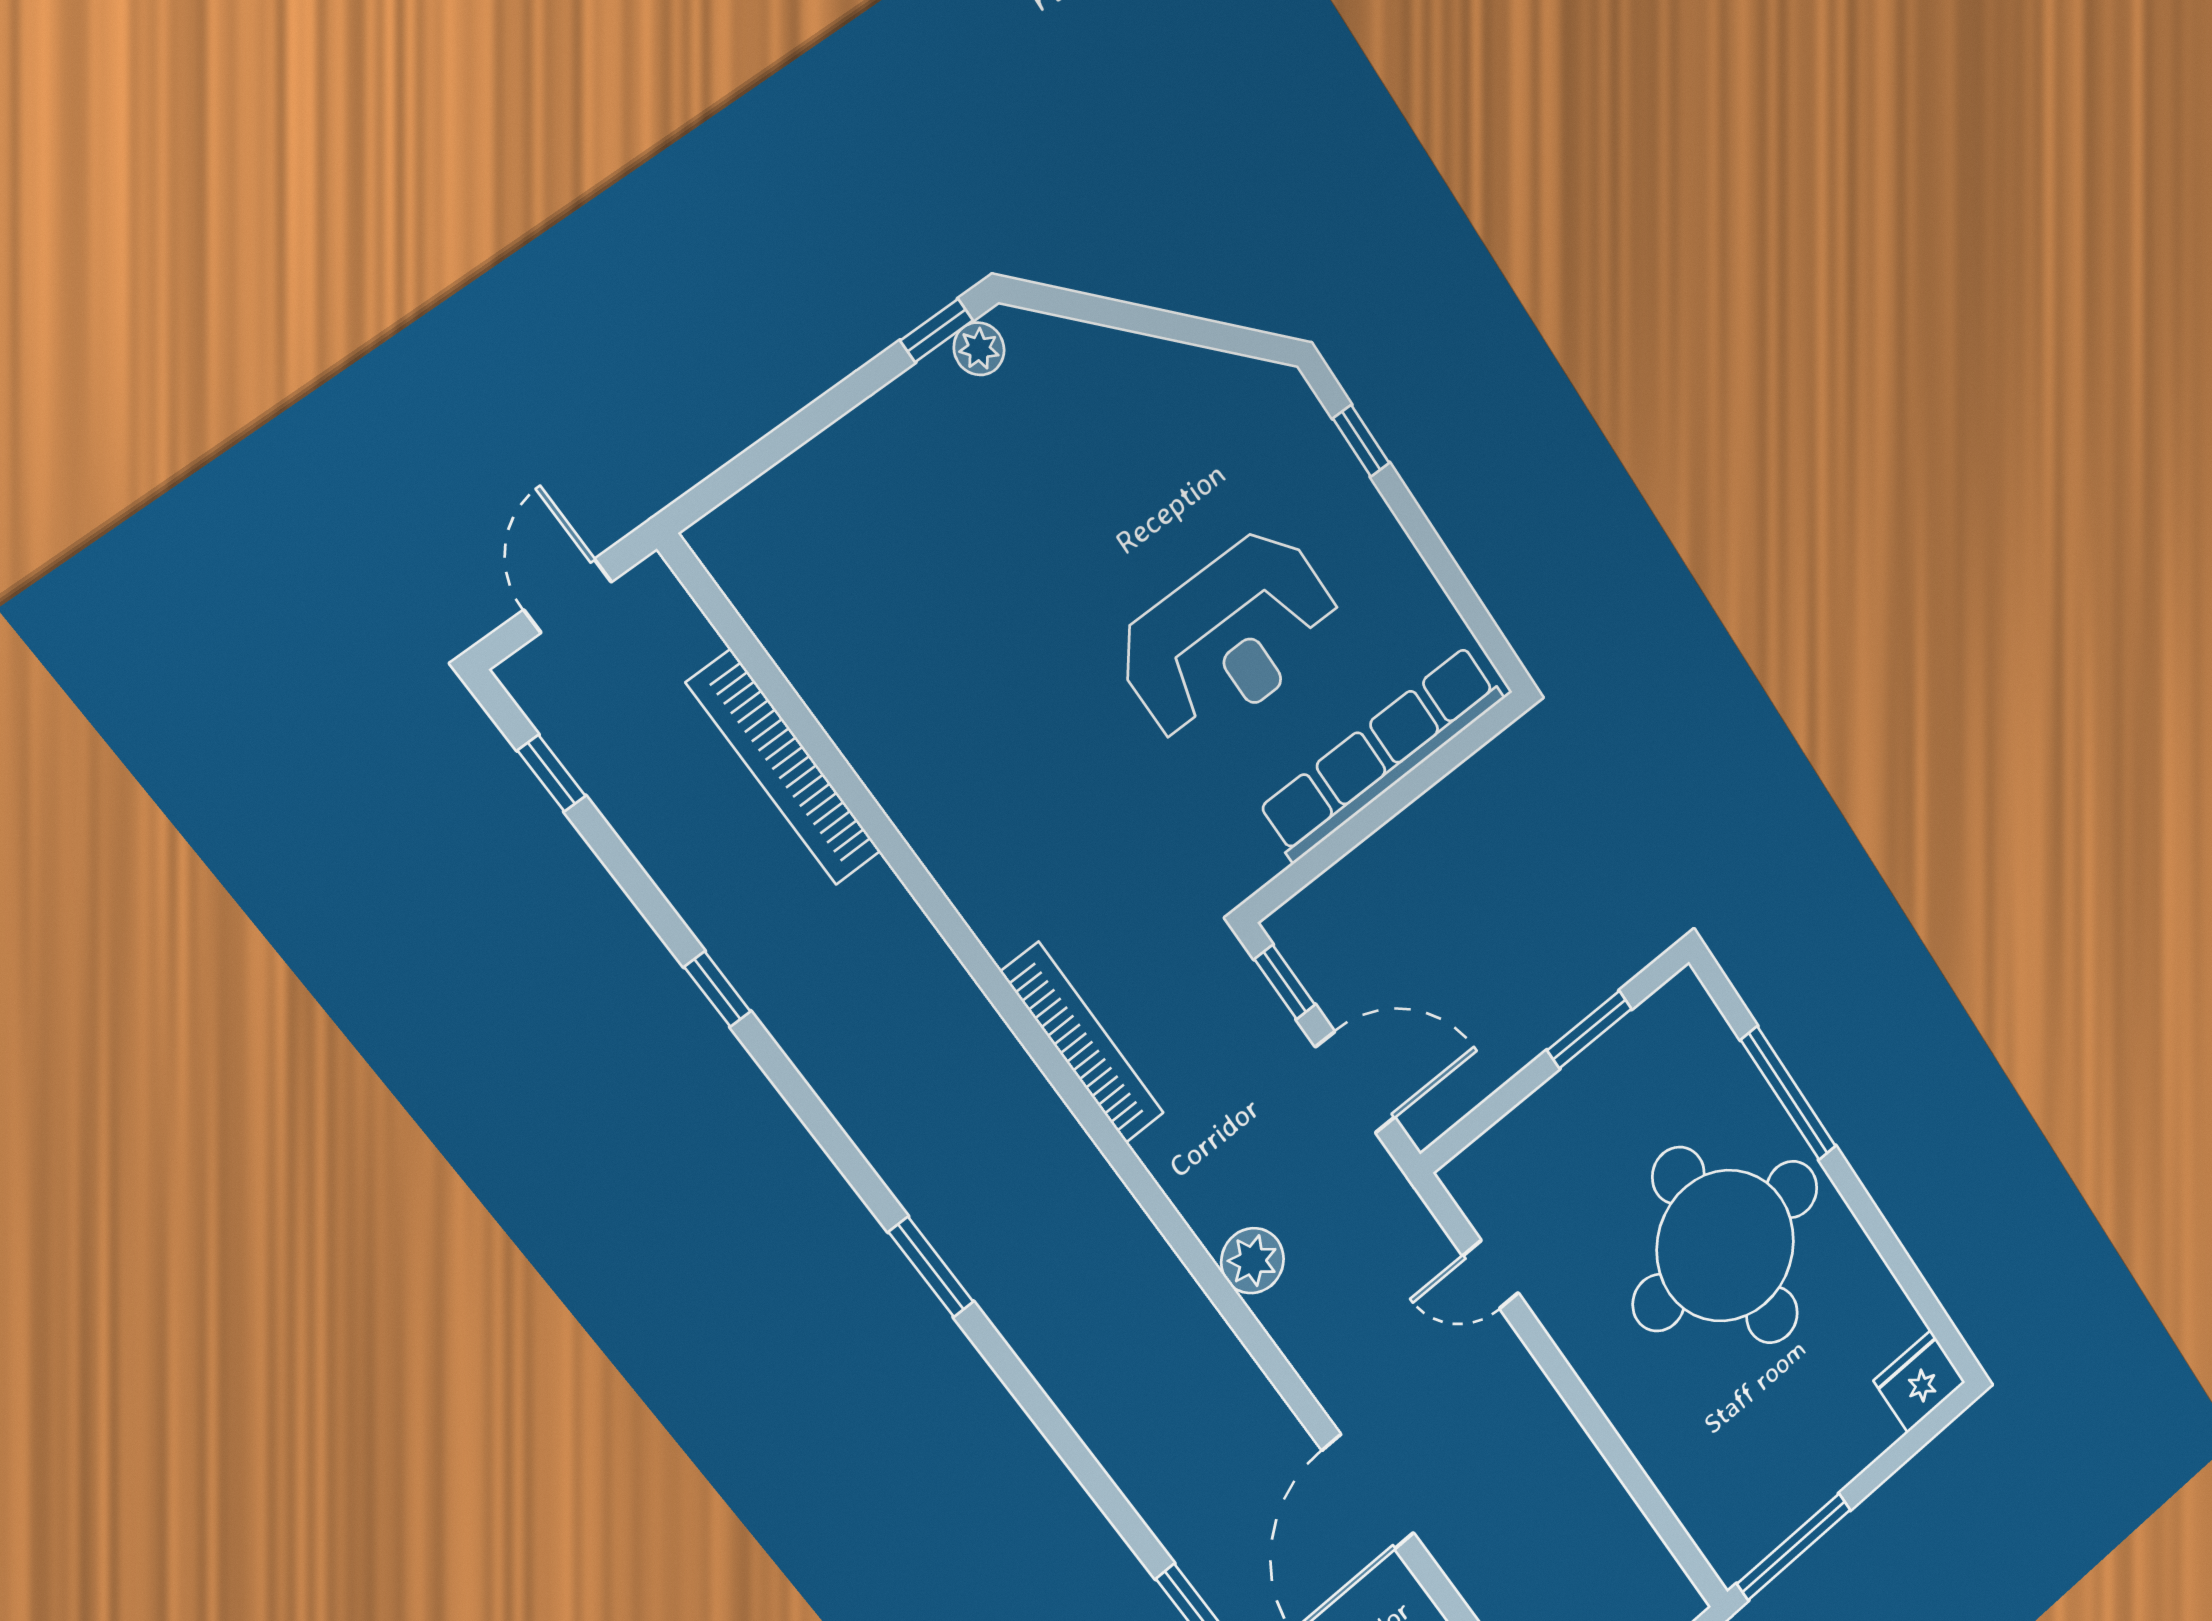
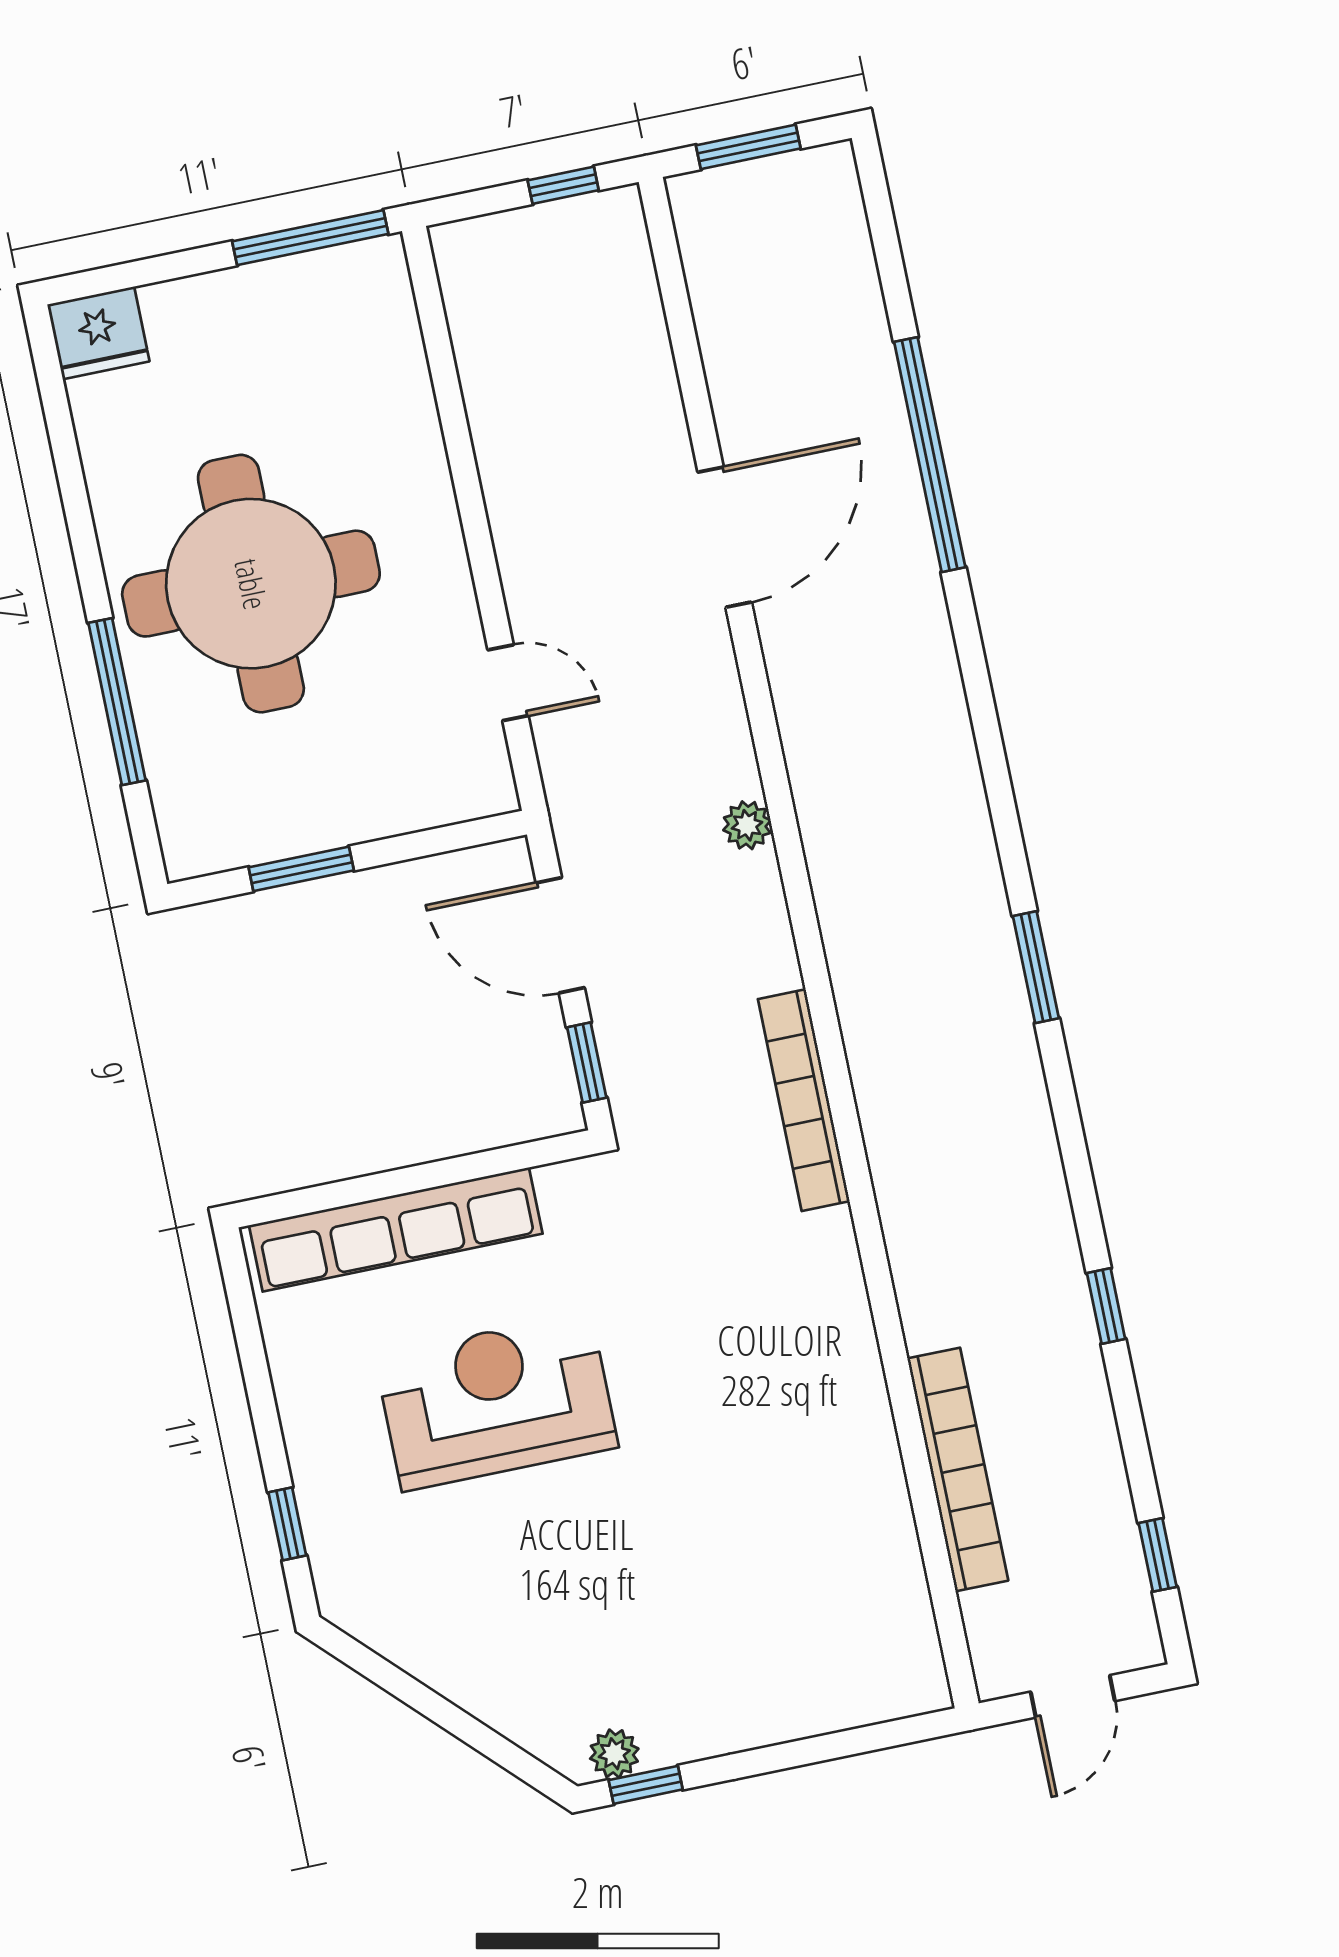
plant: (1252, 1261) -> (747, 825), width x0.73, depth x0.73

